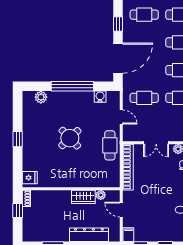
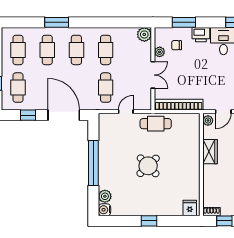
water cooler: (100, 97) -> (104, 210), moved
plant: (101, 195) -> (208, 121), moved

